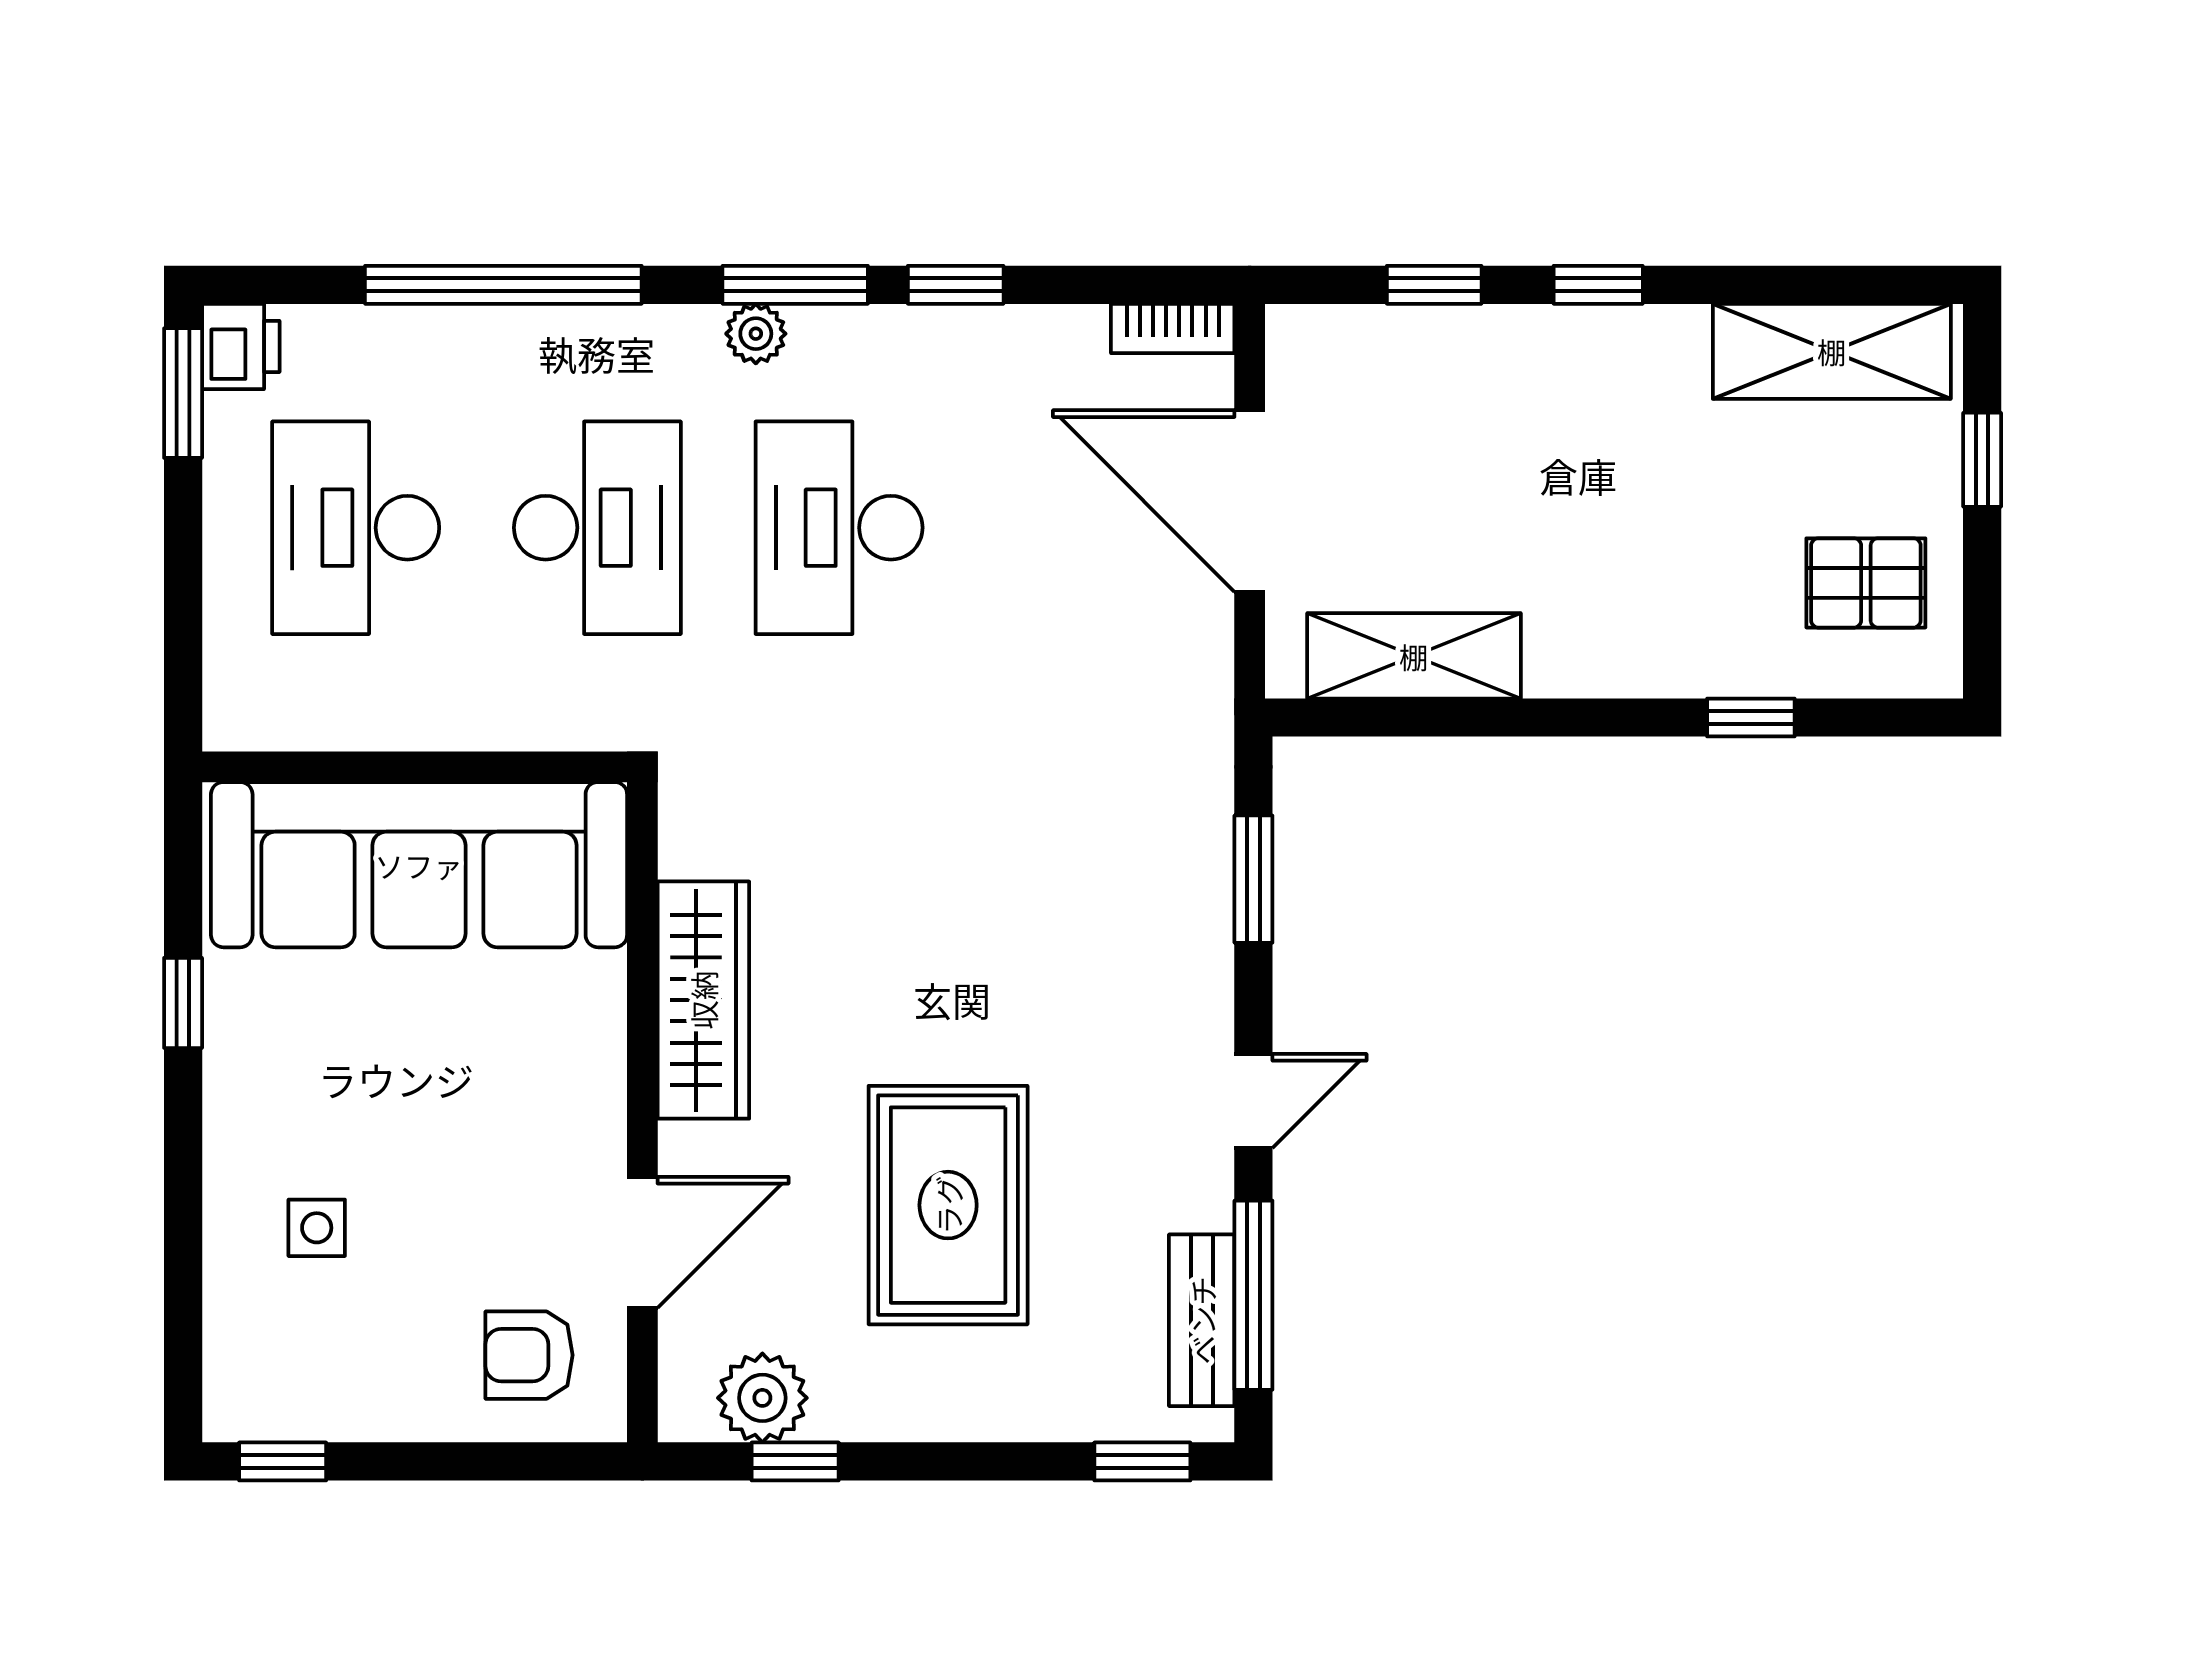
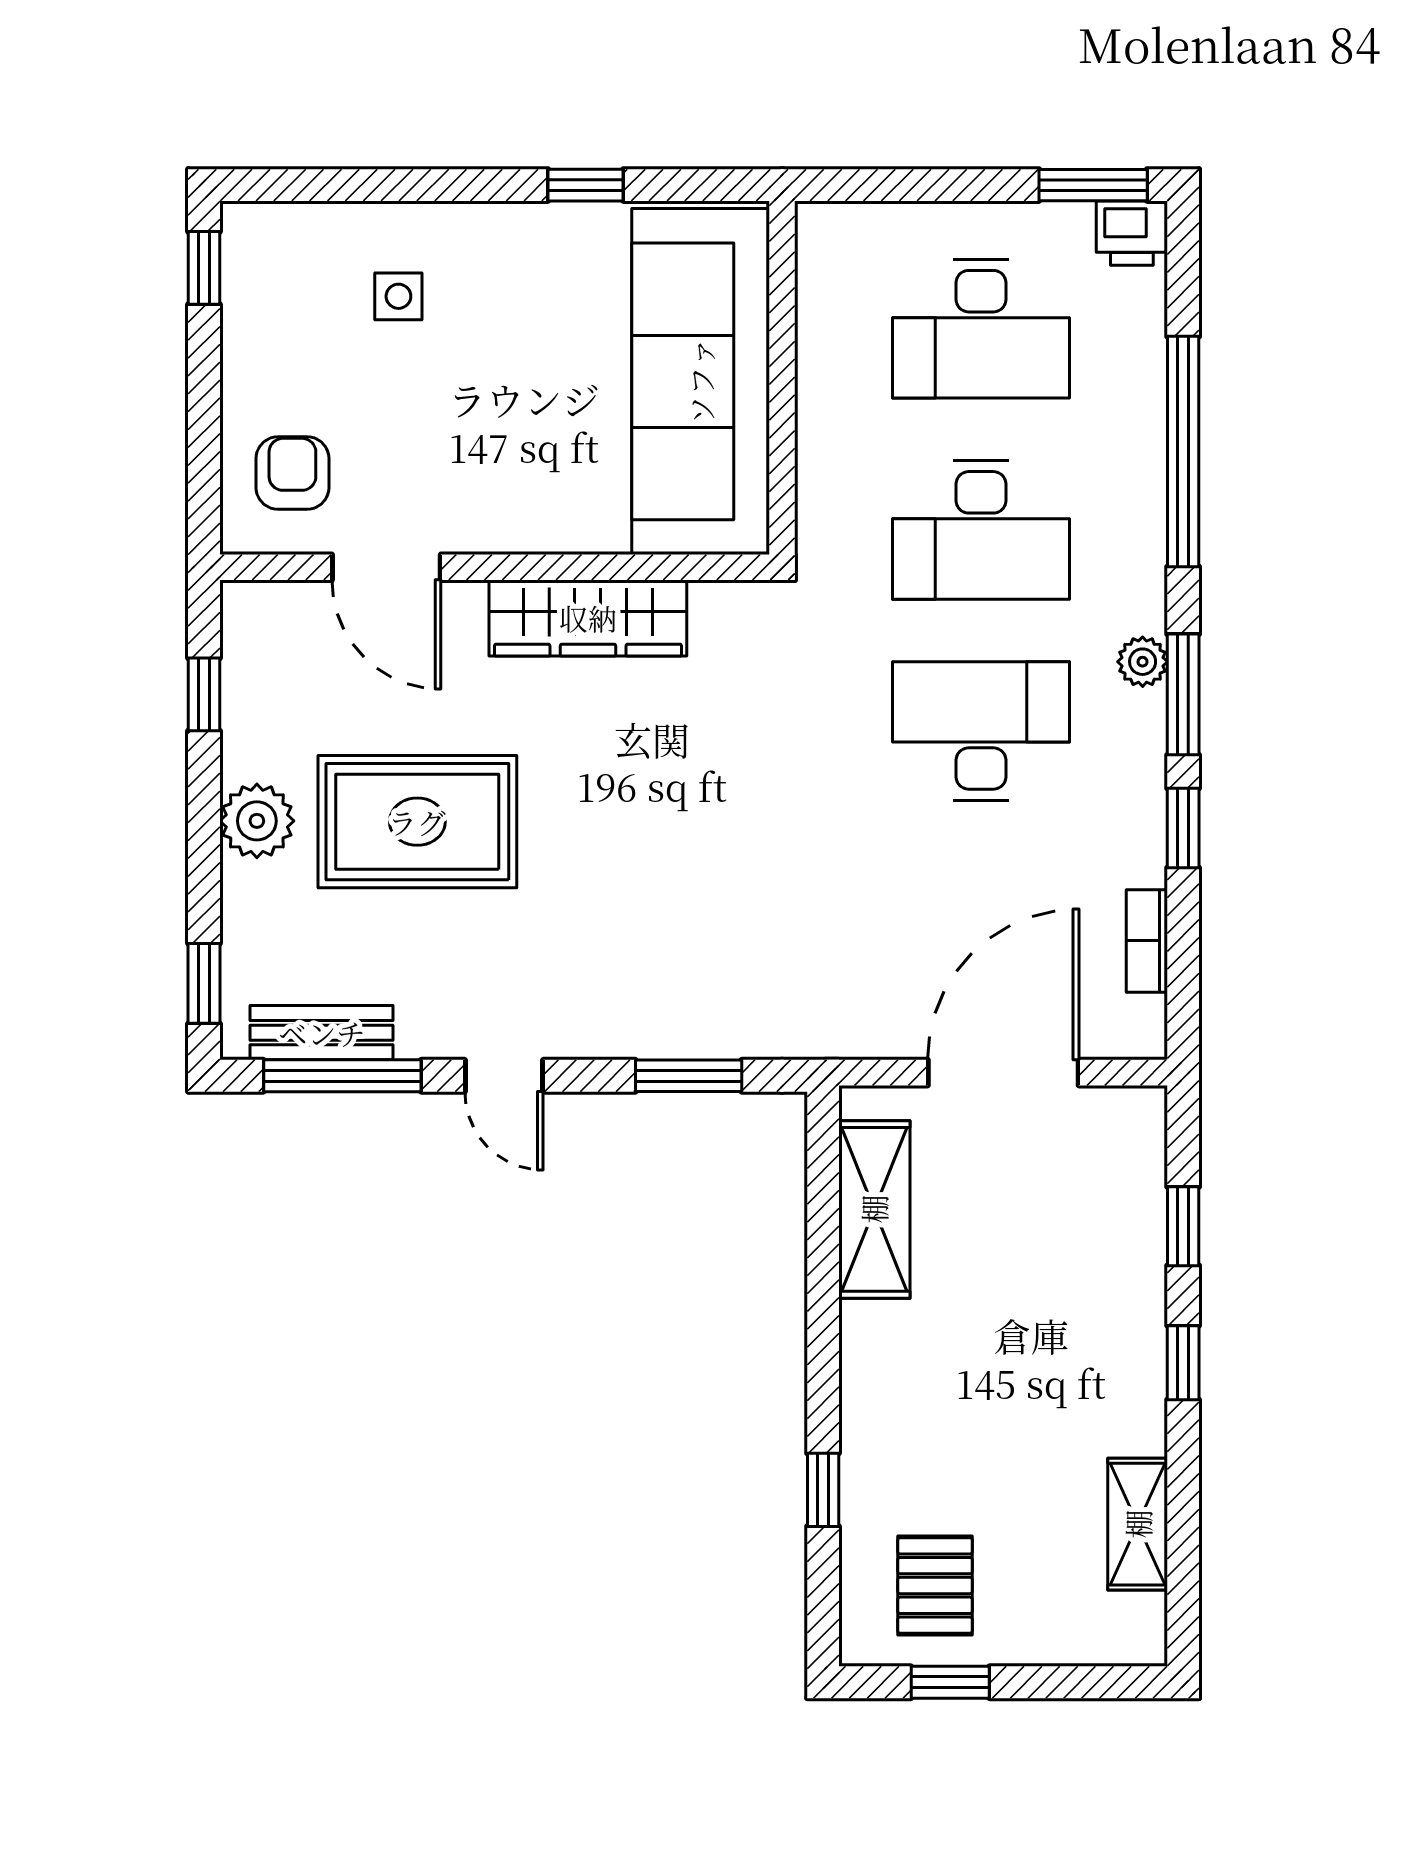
bookcase: (1173, 328) -> (1147, 941), moved
shelving: (1832, 351) -> (1138, 1524), width x0.67, depth x0.75
window: (1982, 460) -> (950, 1682), moved
desk: (356, 528) -> (981, 329), turned 180
plant: (762, 1398) -> (257, 821), moved

